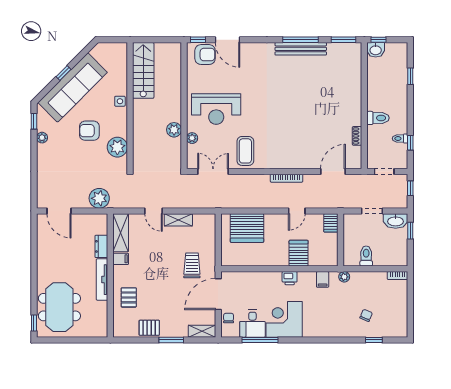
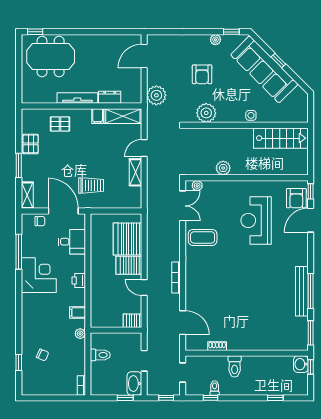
reception desk: (216, 109) -> (256, 220), moved
armchair: (89, 131) -> (202, 74), moved, turned 180
plant: (192, 138) -> (197, 186), moved
server rack: (299, 253) -> (129, 265), moved, turned 180
desk: (252, 324) -> (72, 242), moved, turned 180

